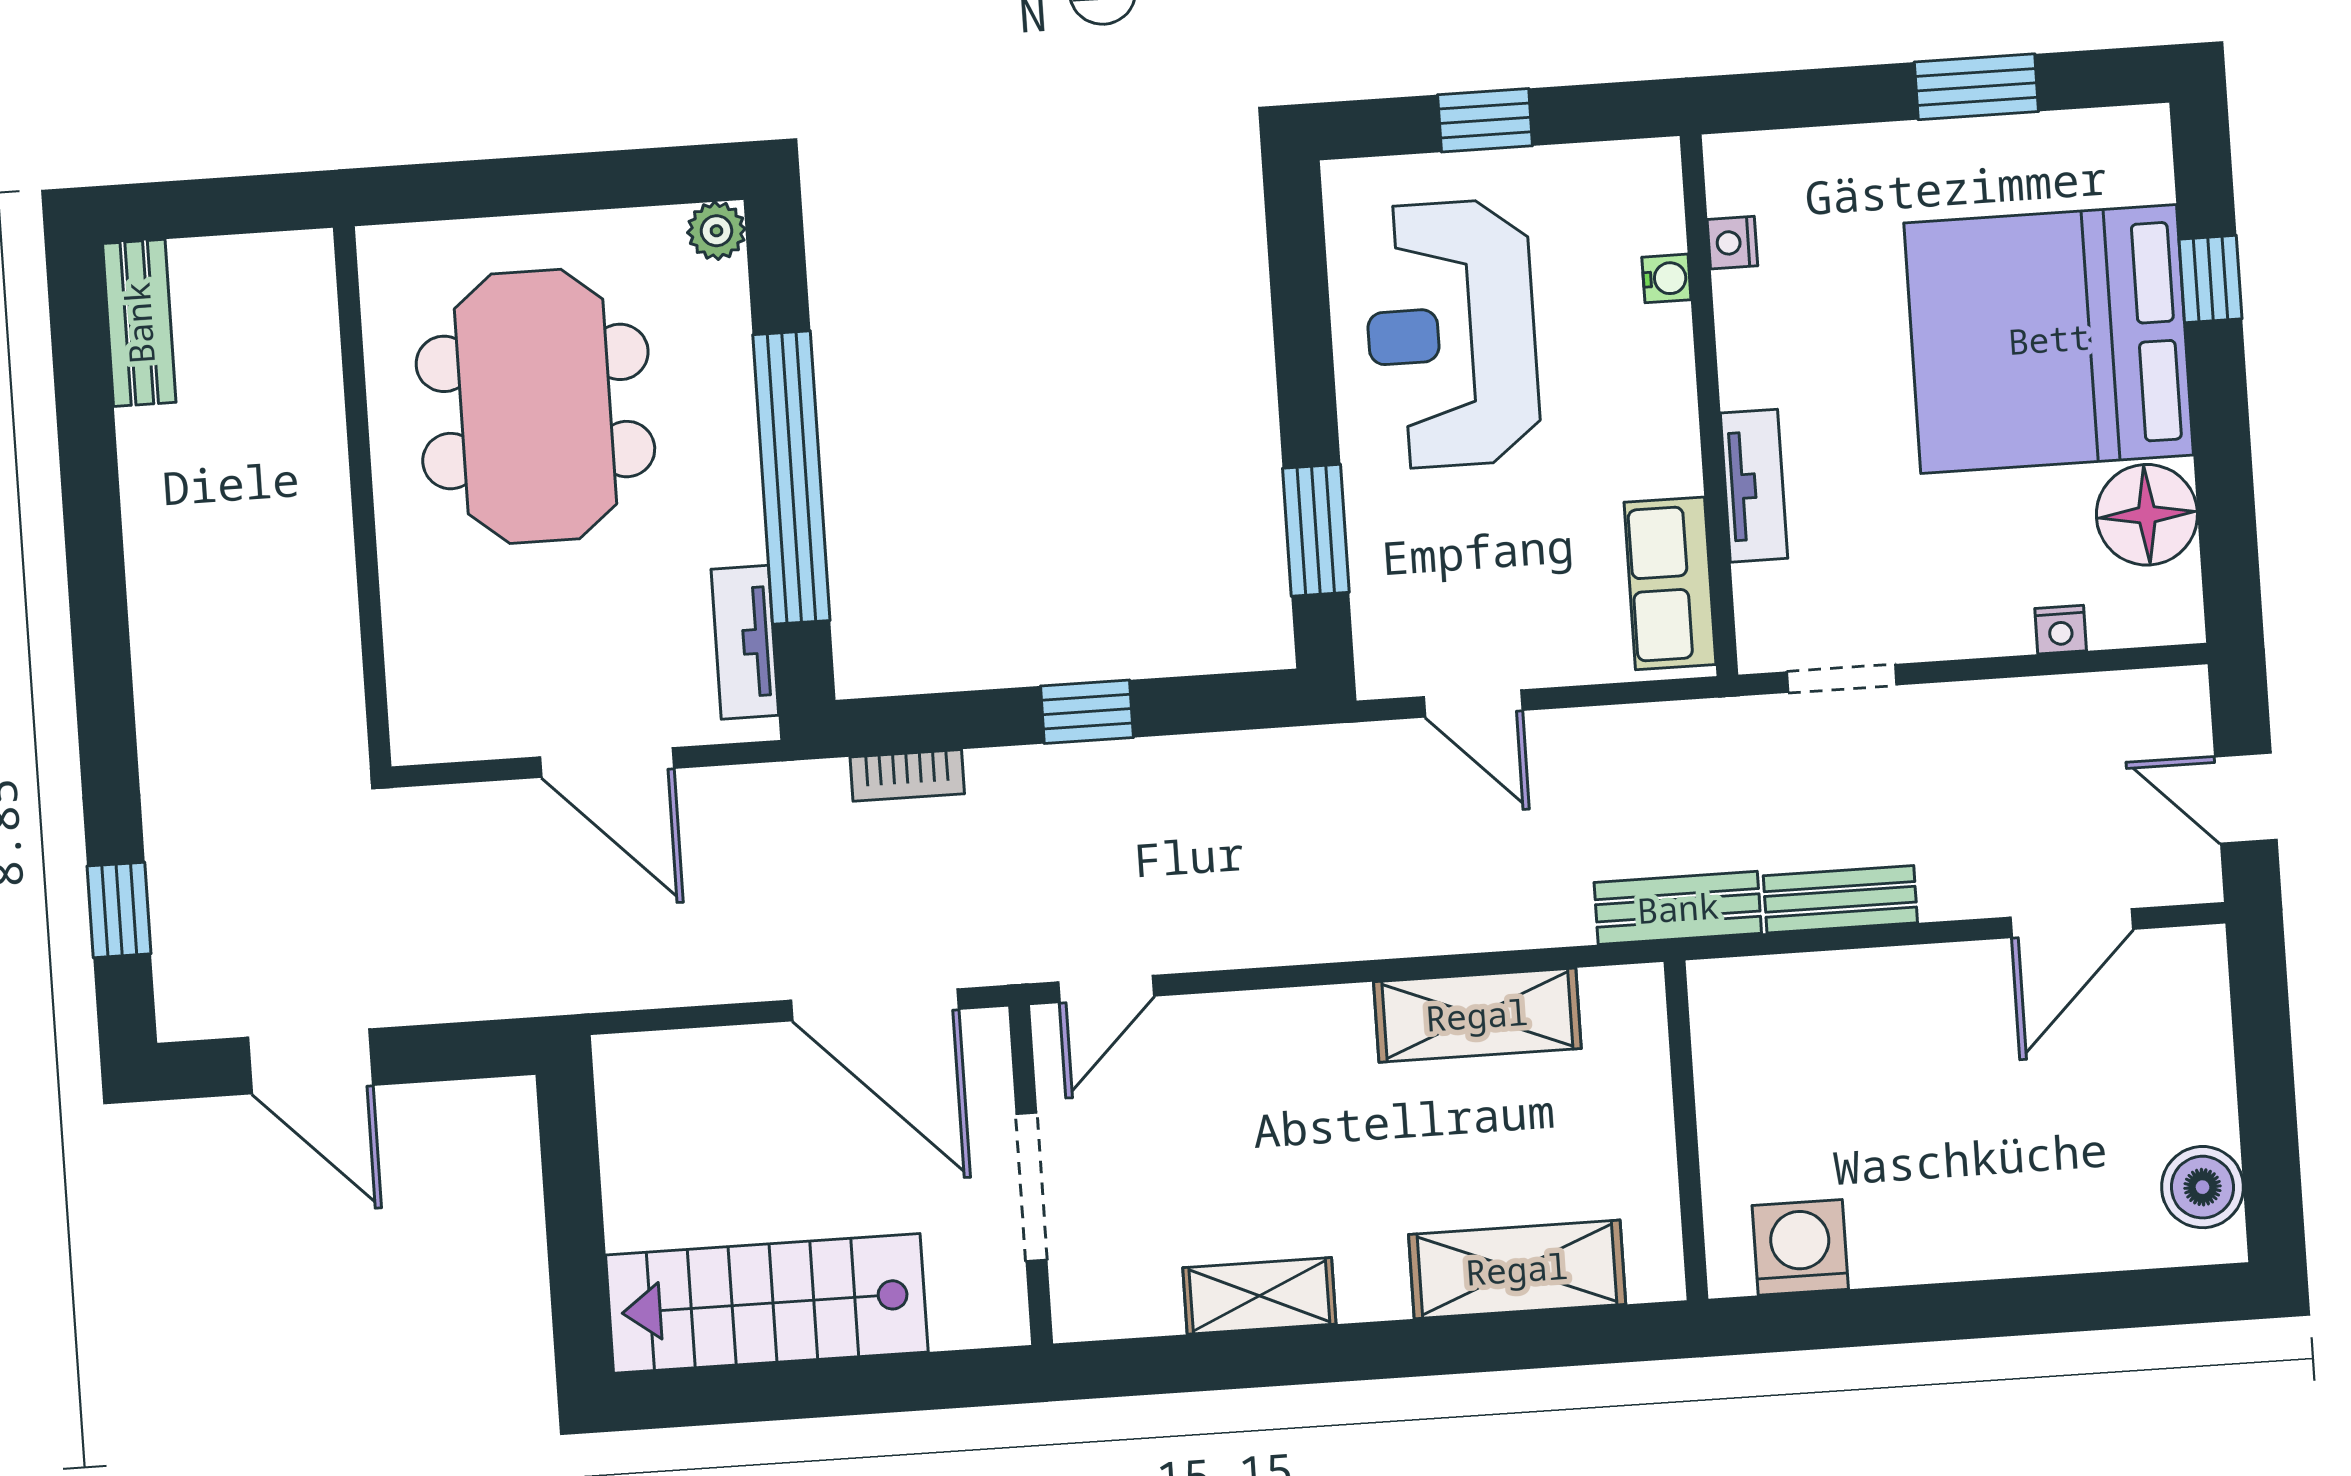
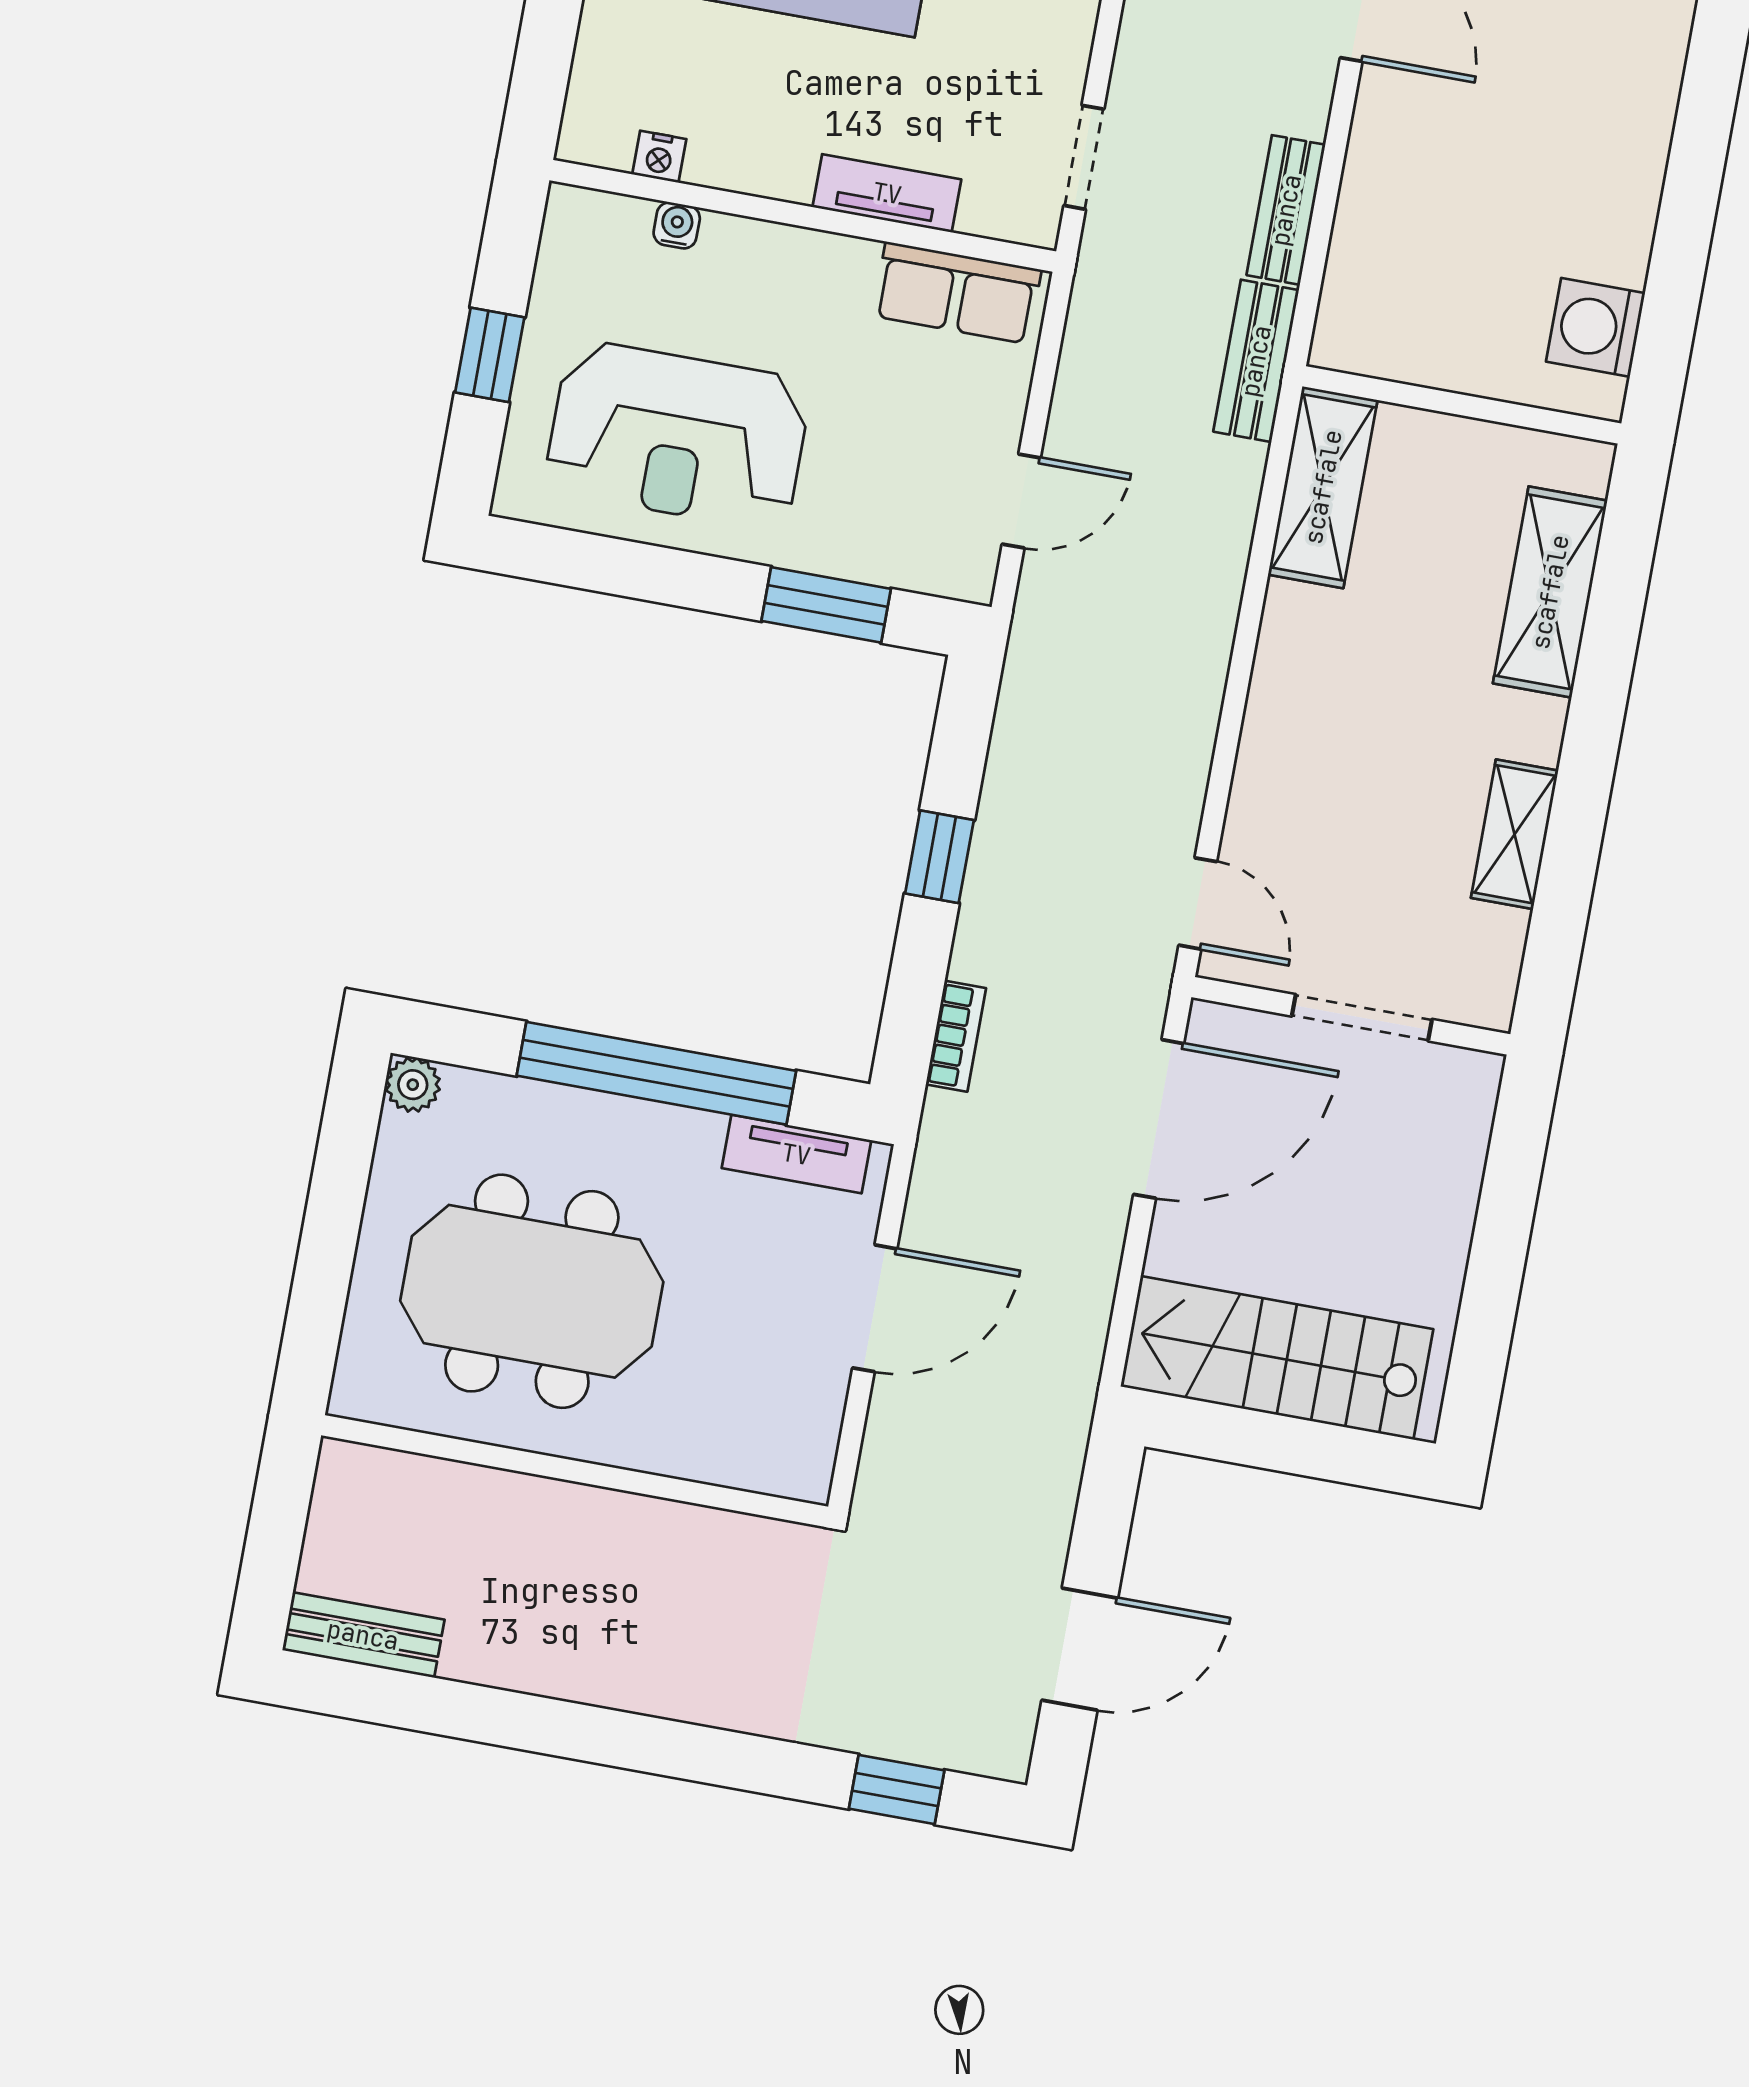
shelving: (1477, 1015) -> (1323, 487), moved
stairs: (767, 1303) -> (1277, 1358), moved, turned 90

